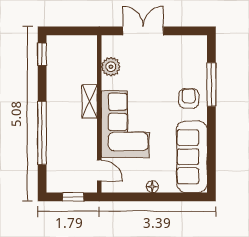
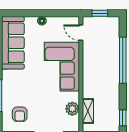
armchair: (189, 98) -> (20, 114), moved
shelving: (90, 101) -> (88, 111), moved

